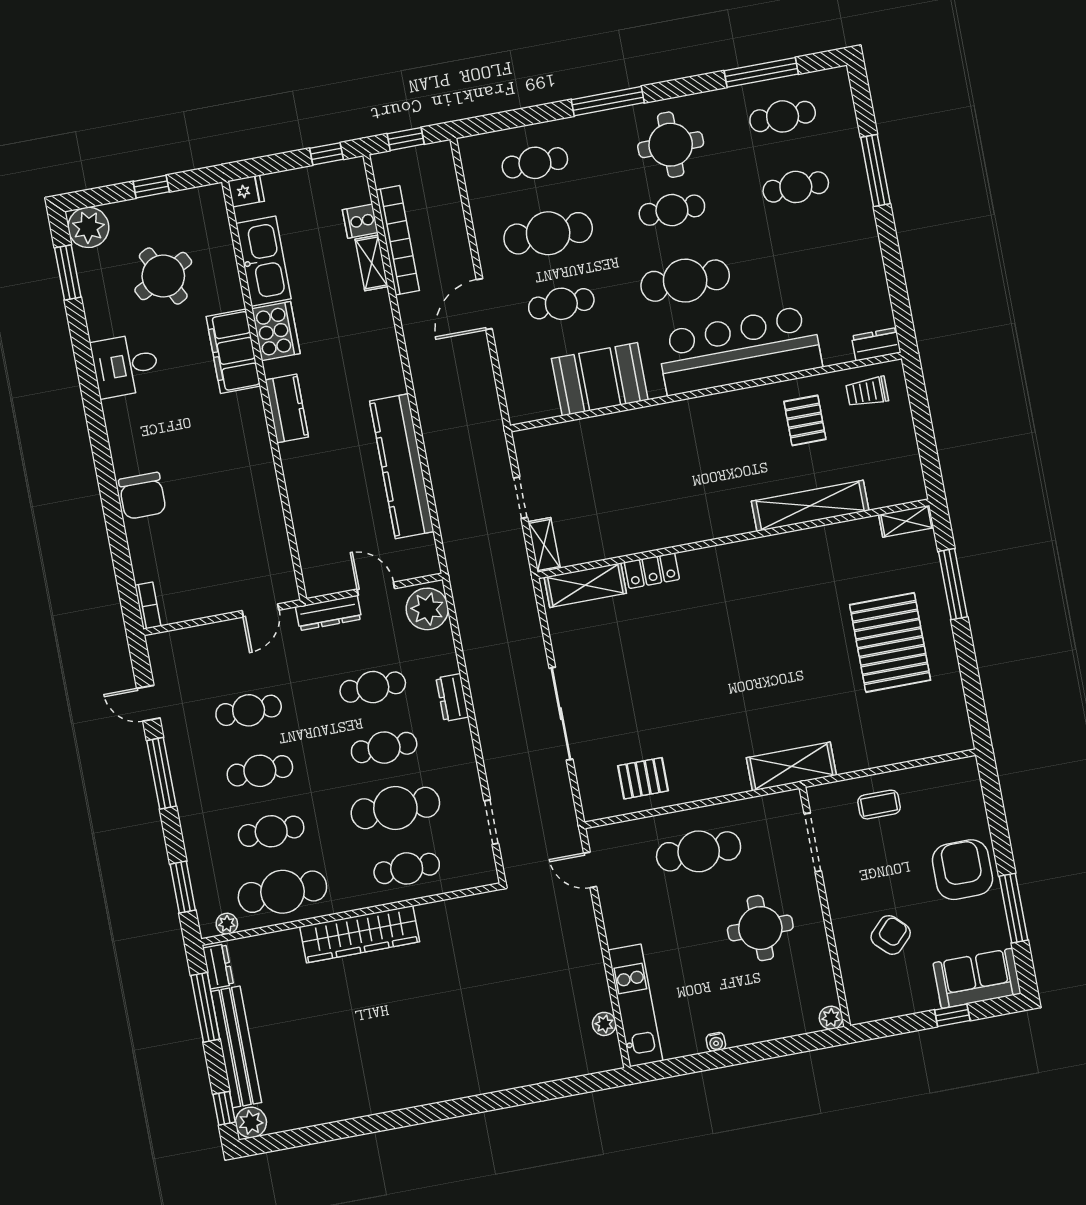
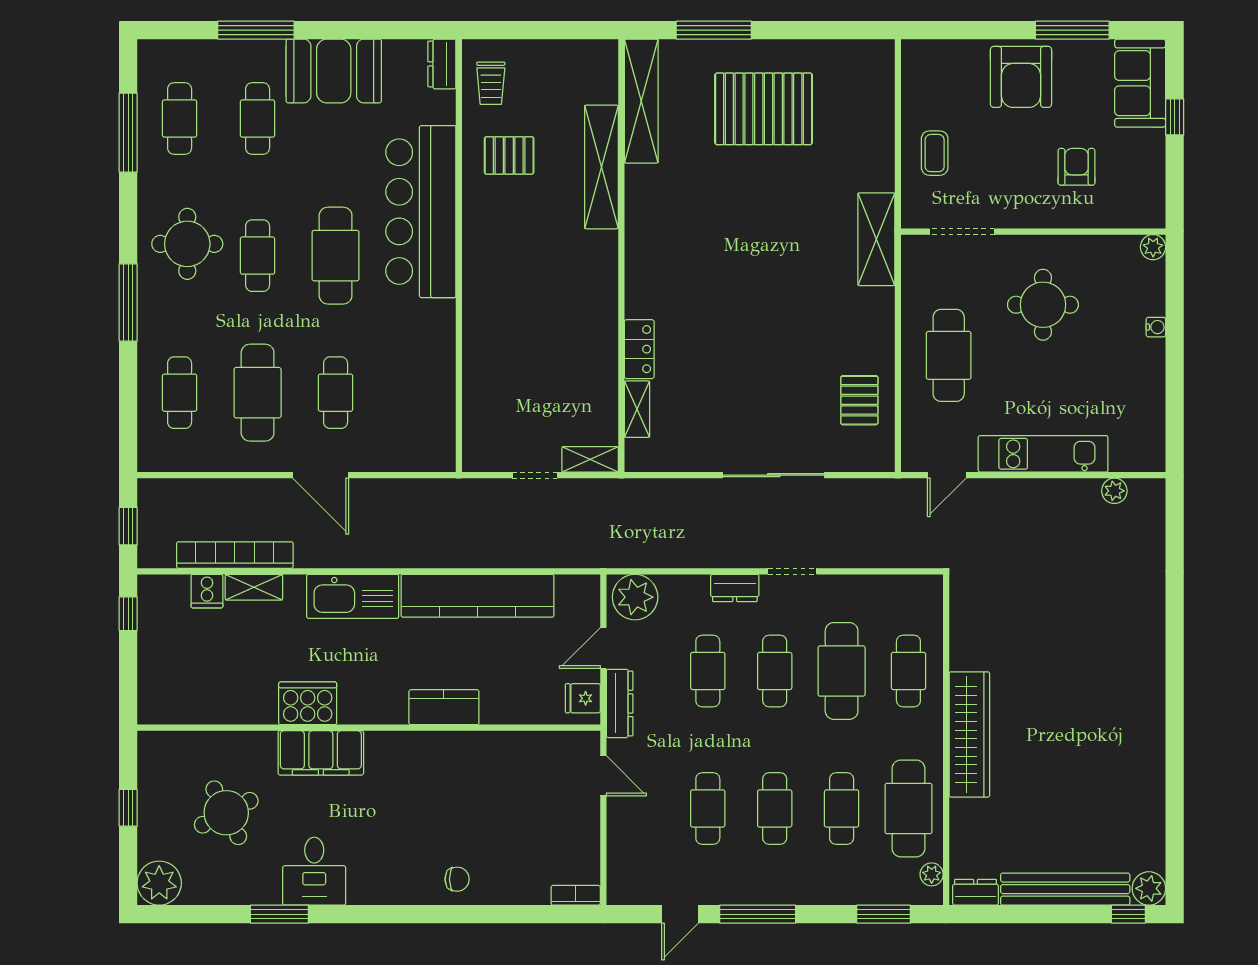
fridge: (246, 191) -> (583, 698), moved, turned -90
kitchen sink: (263, 261) -> (353, 596), moved, turned 180
window: (68, 272) -> (279, 914), moved
booth: (600, 379) -> (334, 71), moved, turned 90
kitchen counter: (287, 408) -> (444, 707), moved
chair: (142, 496) -> (457, 879), width x0.54, depth x0.54
shelving: (906, 521) -> (641, 101), width x2.20, depth x1.33
shelving: (585, 585) -> (637, 409), width x0.67, depth x0.75
doorway: (491, 822) -> (792, 571), moved
armchair: (962, 870) -> (1021, 77), turned -90
armchair: (891, 935) -> (1076, 167), turned 46
kitchen unit: (635, 1005) -> (1043, 454), moved
window: (205, 1007) -> (1017, 914), removed
water cooler: (716, 1042) -> (1156, 327), moved

